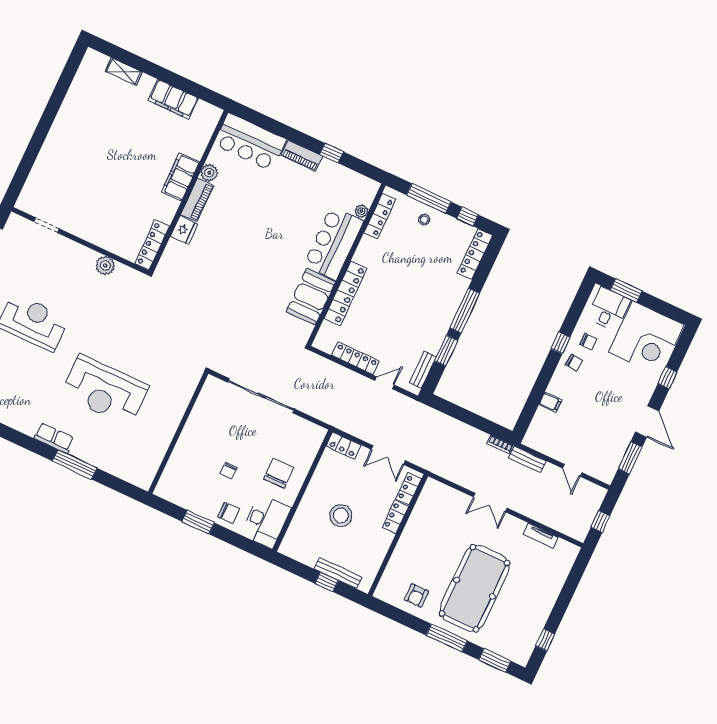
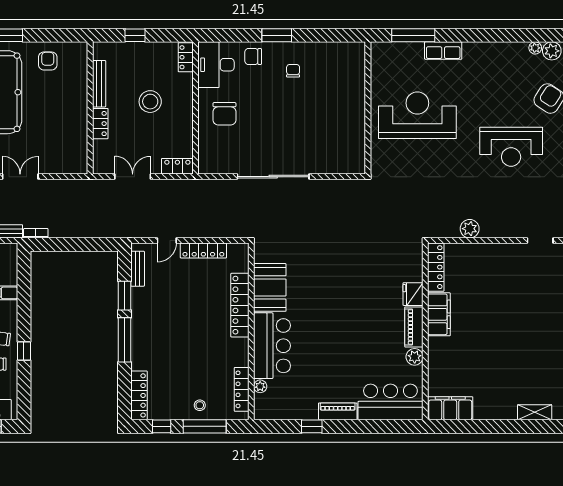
filing cabinet: (173, 99) -> (450, 408), moved
filing cabinet: (180, 177) -> (439, 314), moved
wall: (178, 433) -> (368, 108), moved
chair: (229, 470) -> (293, 71), moved
locker: (409, 489) -> (186, 57), moved, turned 180
bench: (338, 573) -> (99, 84), moved, turned 90

